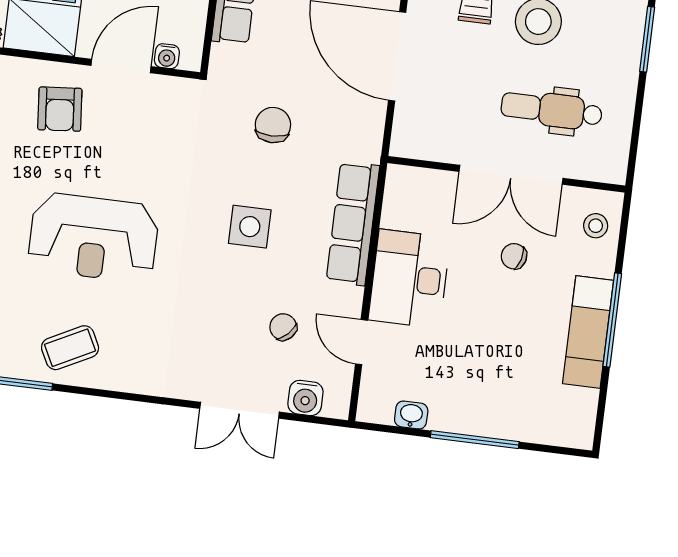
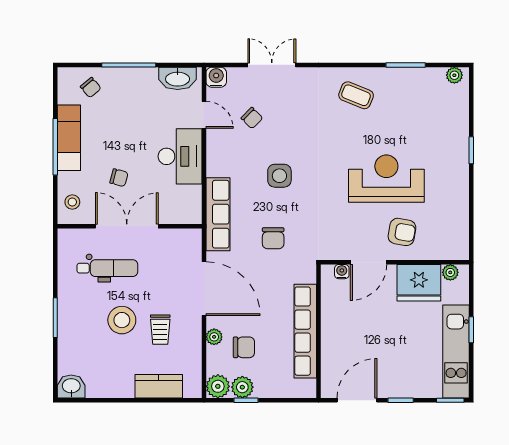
armchair: (60, 109) -> (402, 232), turned 105
row of seats: (353, 223) -> (218, 214), moved
reception desk: (93, 238) -> (386, 179), moved
coffee table: (70, 348) -> (356, 95), moved, turned 49
water cooler: (305, 398) -> (216, 77), moved
chair: (542, 410) -> (91, 88), added
washbasin: (411, 415) -> (178, 78), width x1.91, depth x1.45

